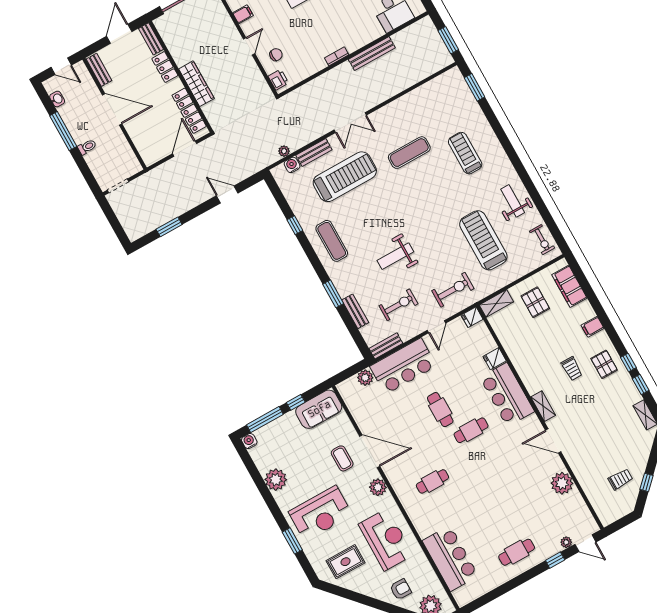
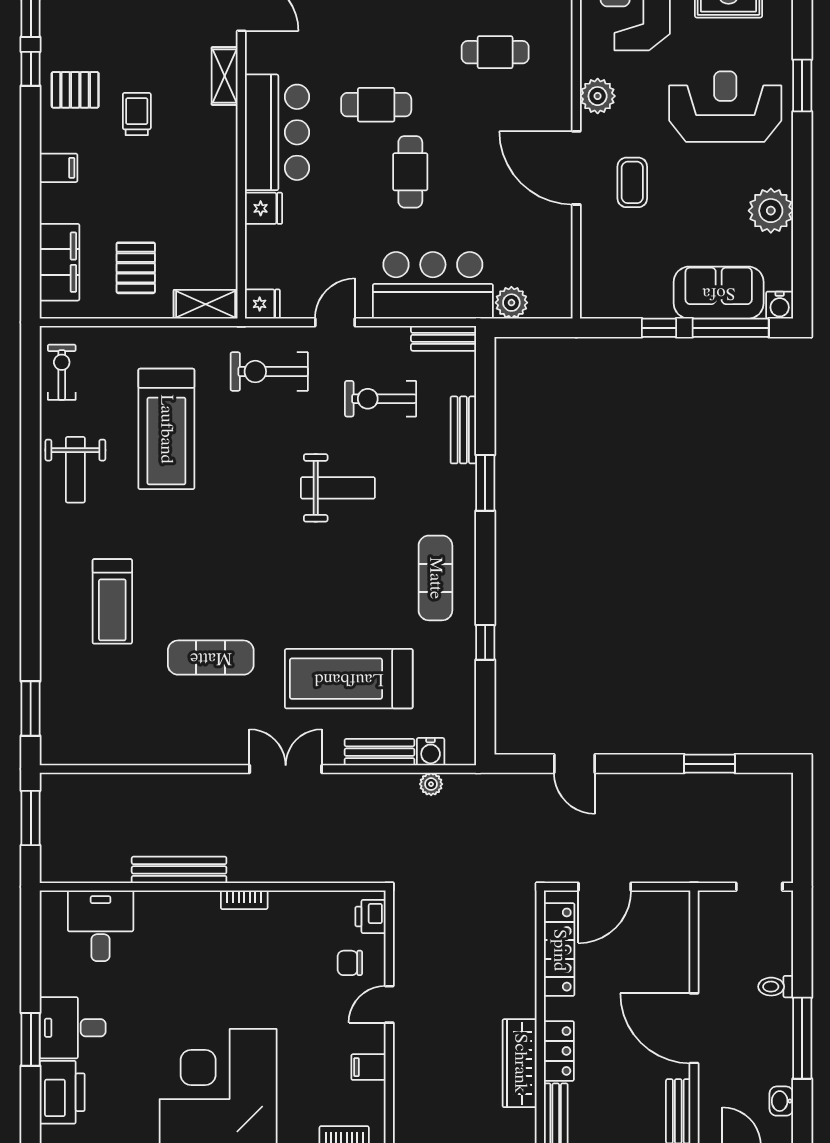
wardrobe: (196, 84) -> (520, 1063), moved
pallet: (604, 364) -> (75, 90), turned 90
sofa: (319, 409) -> (719, 293), moved

